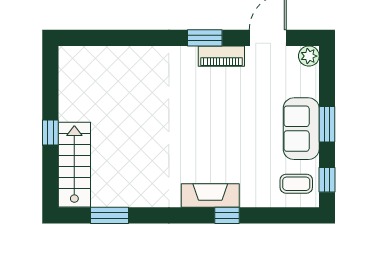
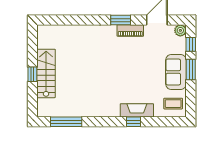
stairs: (74, 165) -> (46, 73), moved
window: (327, 180) -> (191, 44), moved
fireplace: (210, 196) -> (137, 110), moved
window: (110, 215) -> (66, 122), width x1.44

